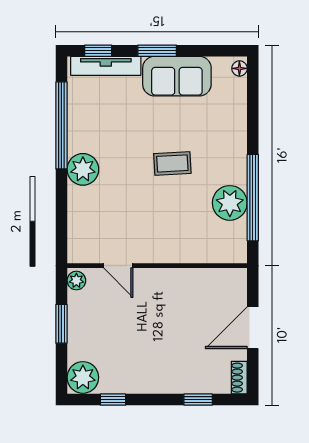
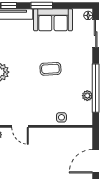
sliding door: (253, 101) -> (96, 34), added
plant: (230, 203) -> (87, 96), width x0.53, depth x0.53
side table: (192, 250) -> (61, 117), added

